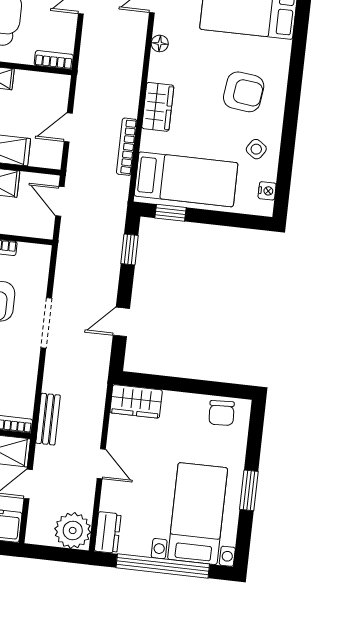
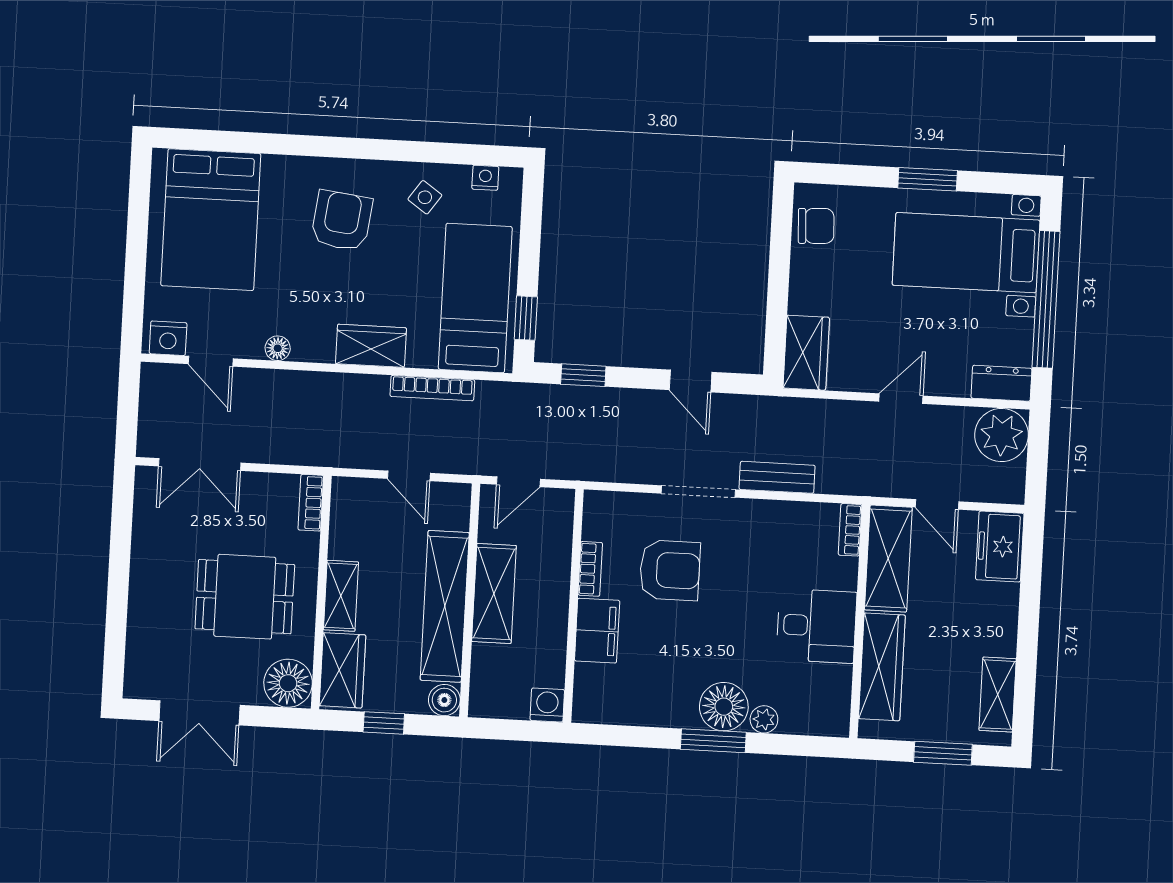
bench: (48, 419) -> (777, 477), moved

